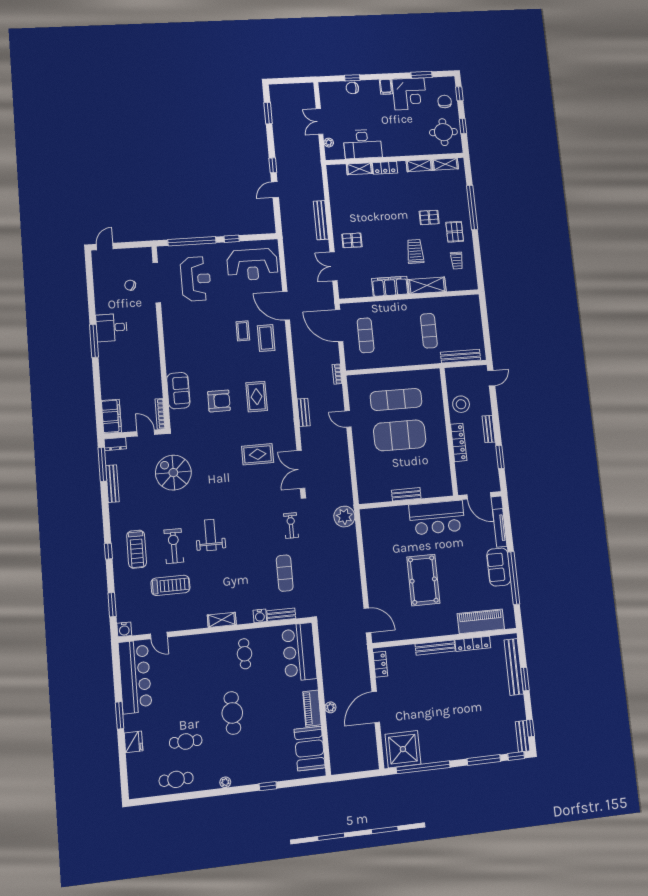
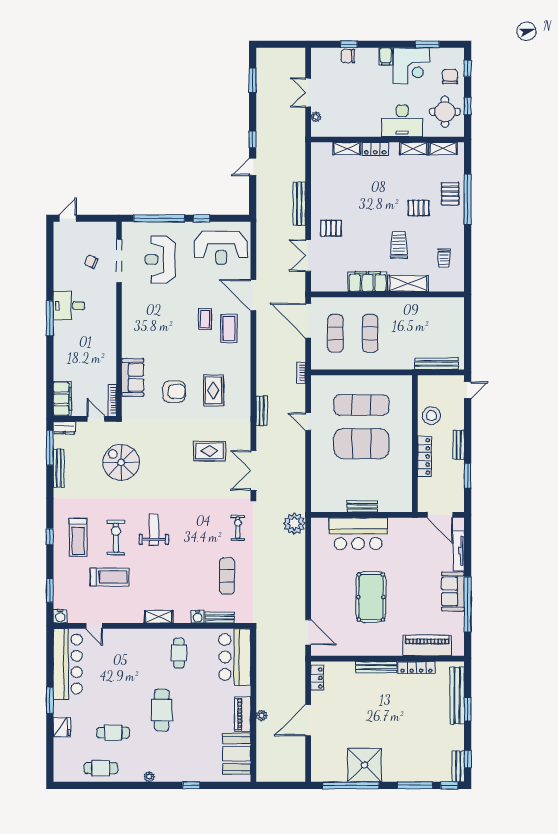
desk: (363, 144) -> (402, 121), moved
pallet: (455, 232) -> (450, 194), moved
reception desk: (196, 279) -> (160, 259), turned 180
exercise mat: (429, 331) -> (370, 333), moved
bar counter: (437, 518) -> (358, 534), moved
shower: (403, 749) -> (365, 765), moved

